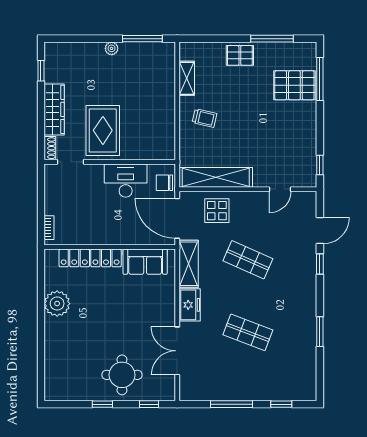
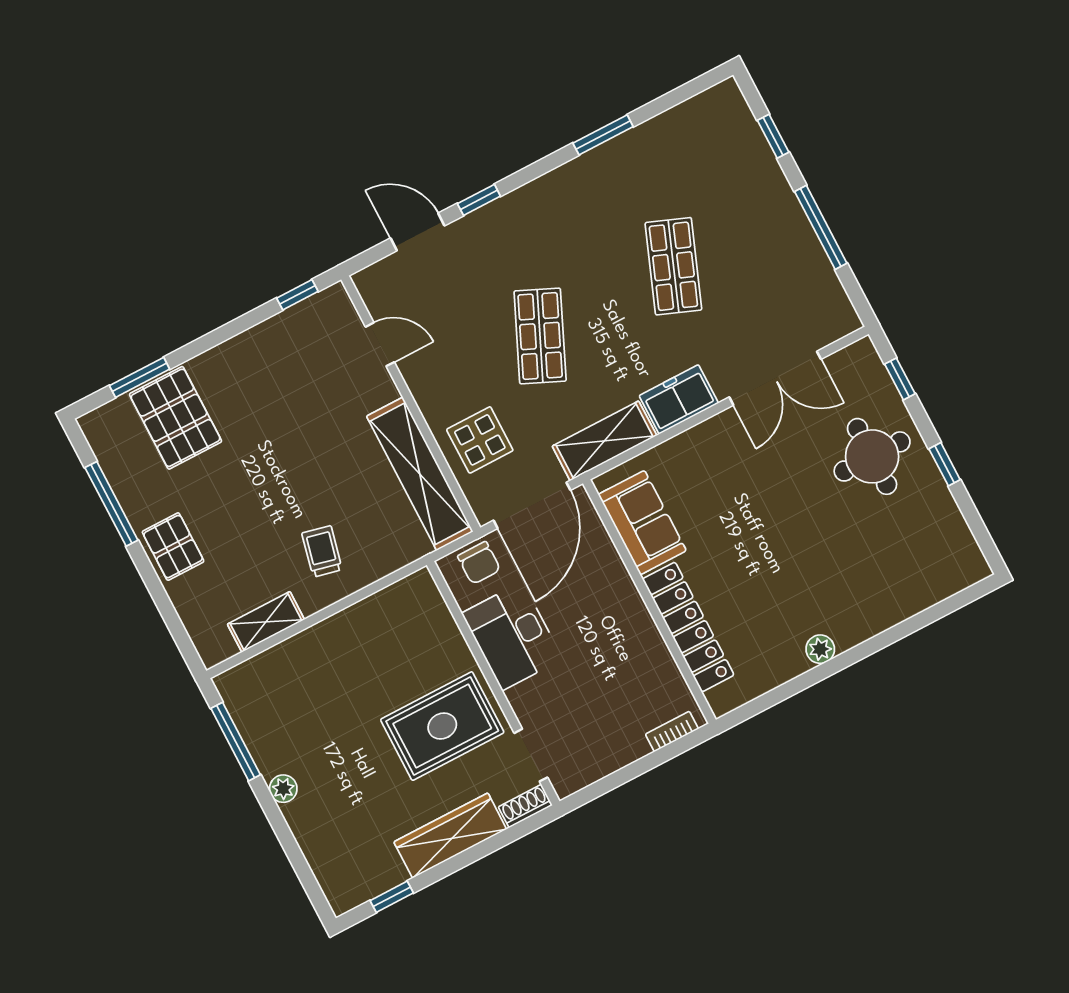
window: (320, 79) -> (140, 377), width x0.69
plant: (57, 304) -> (820, 649), width x0.53, depth x0.53

